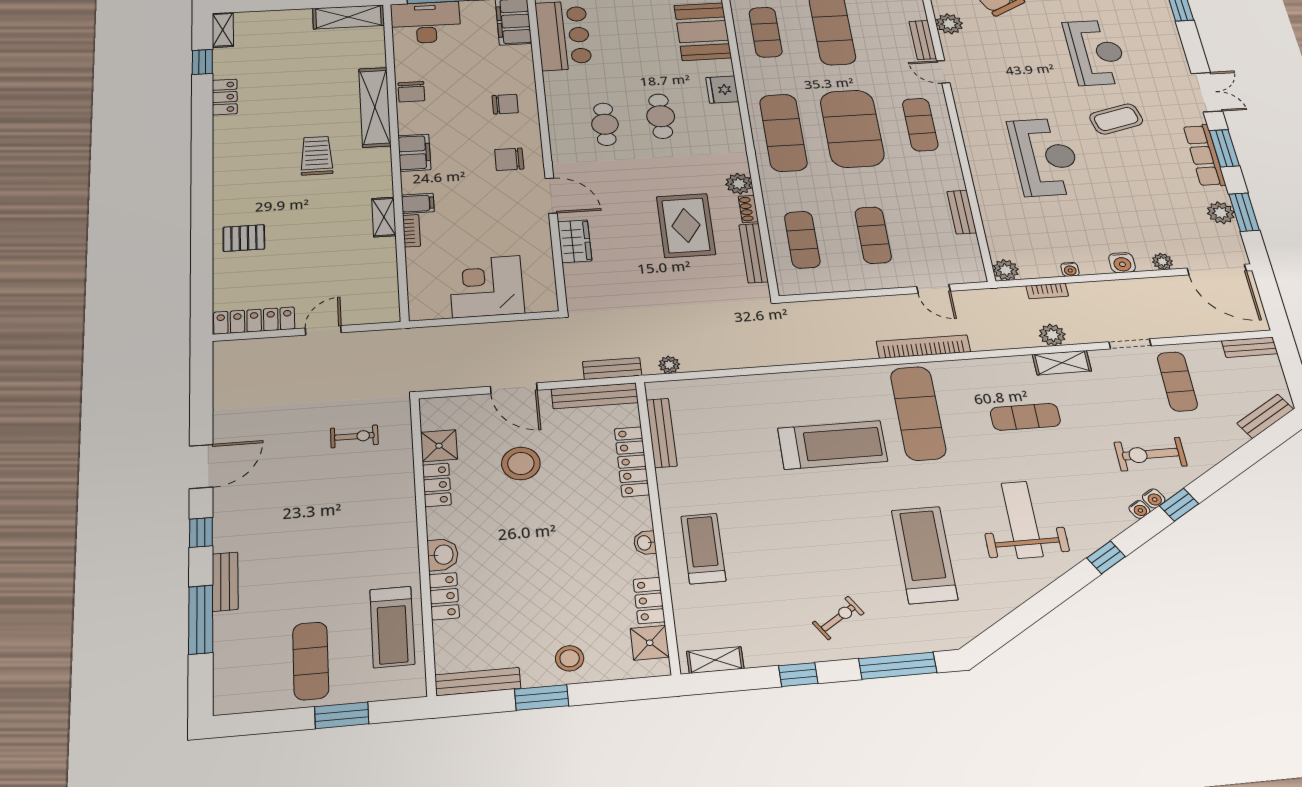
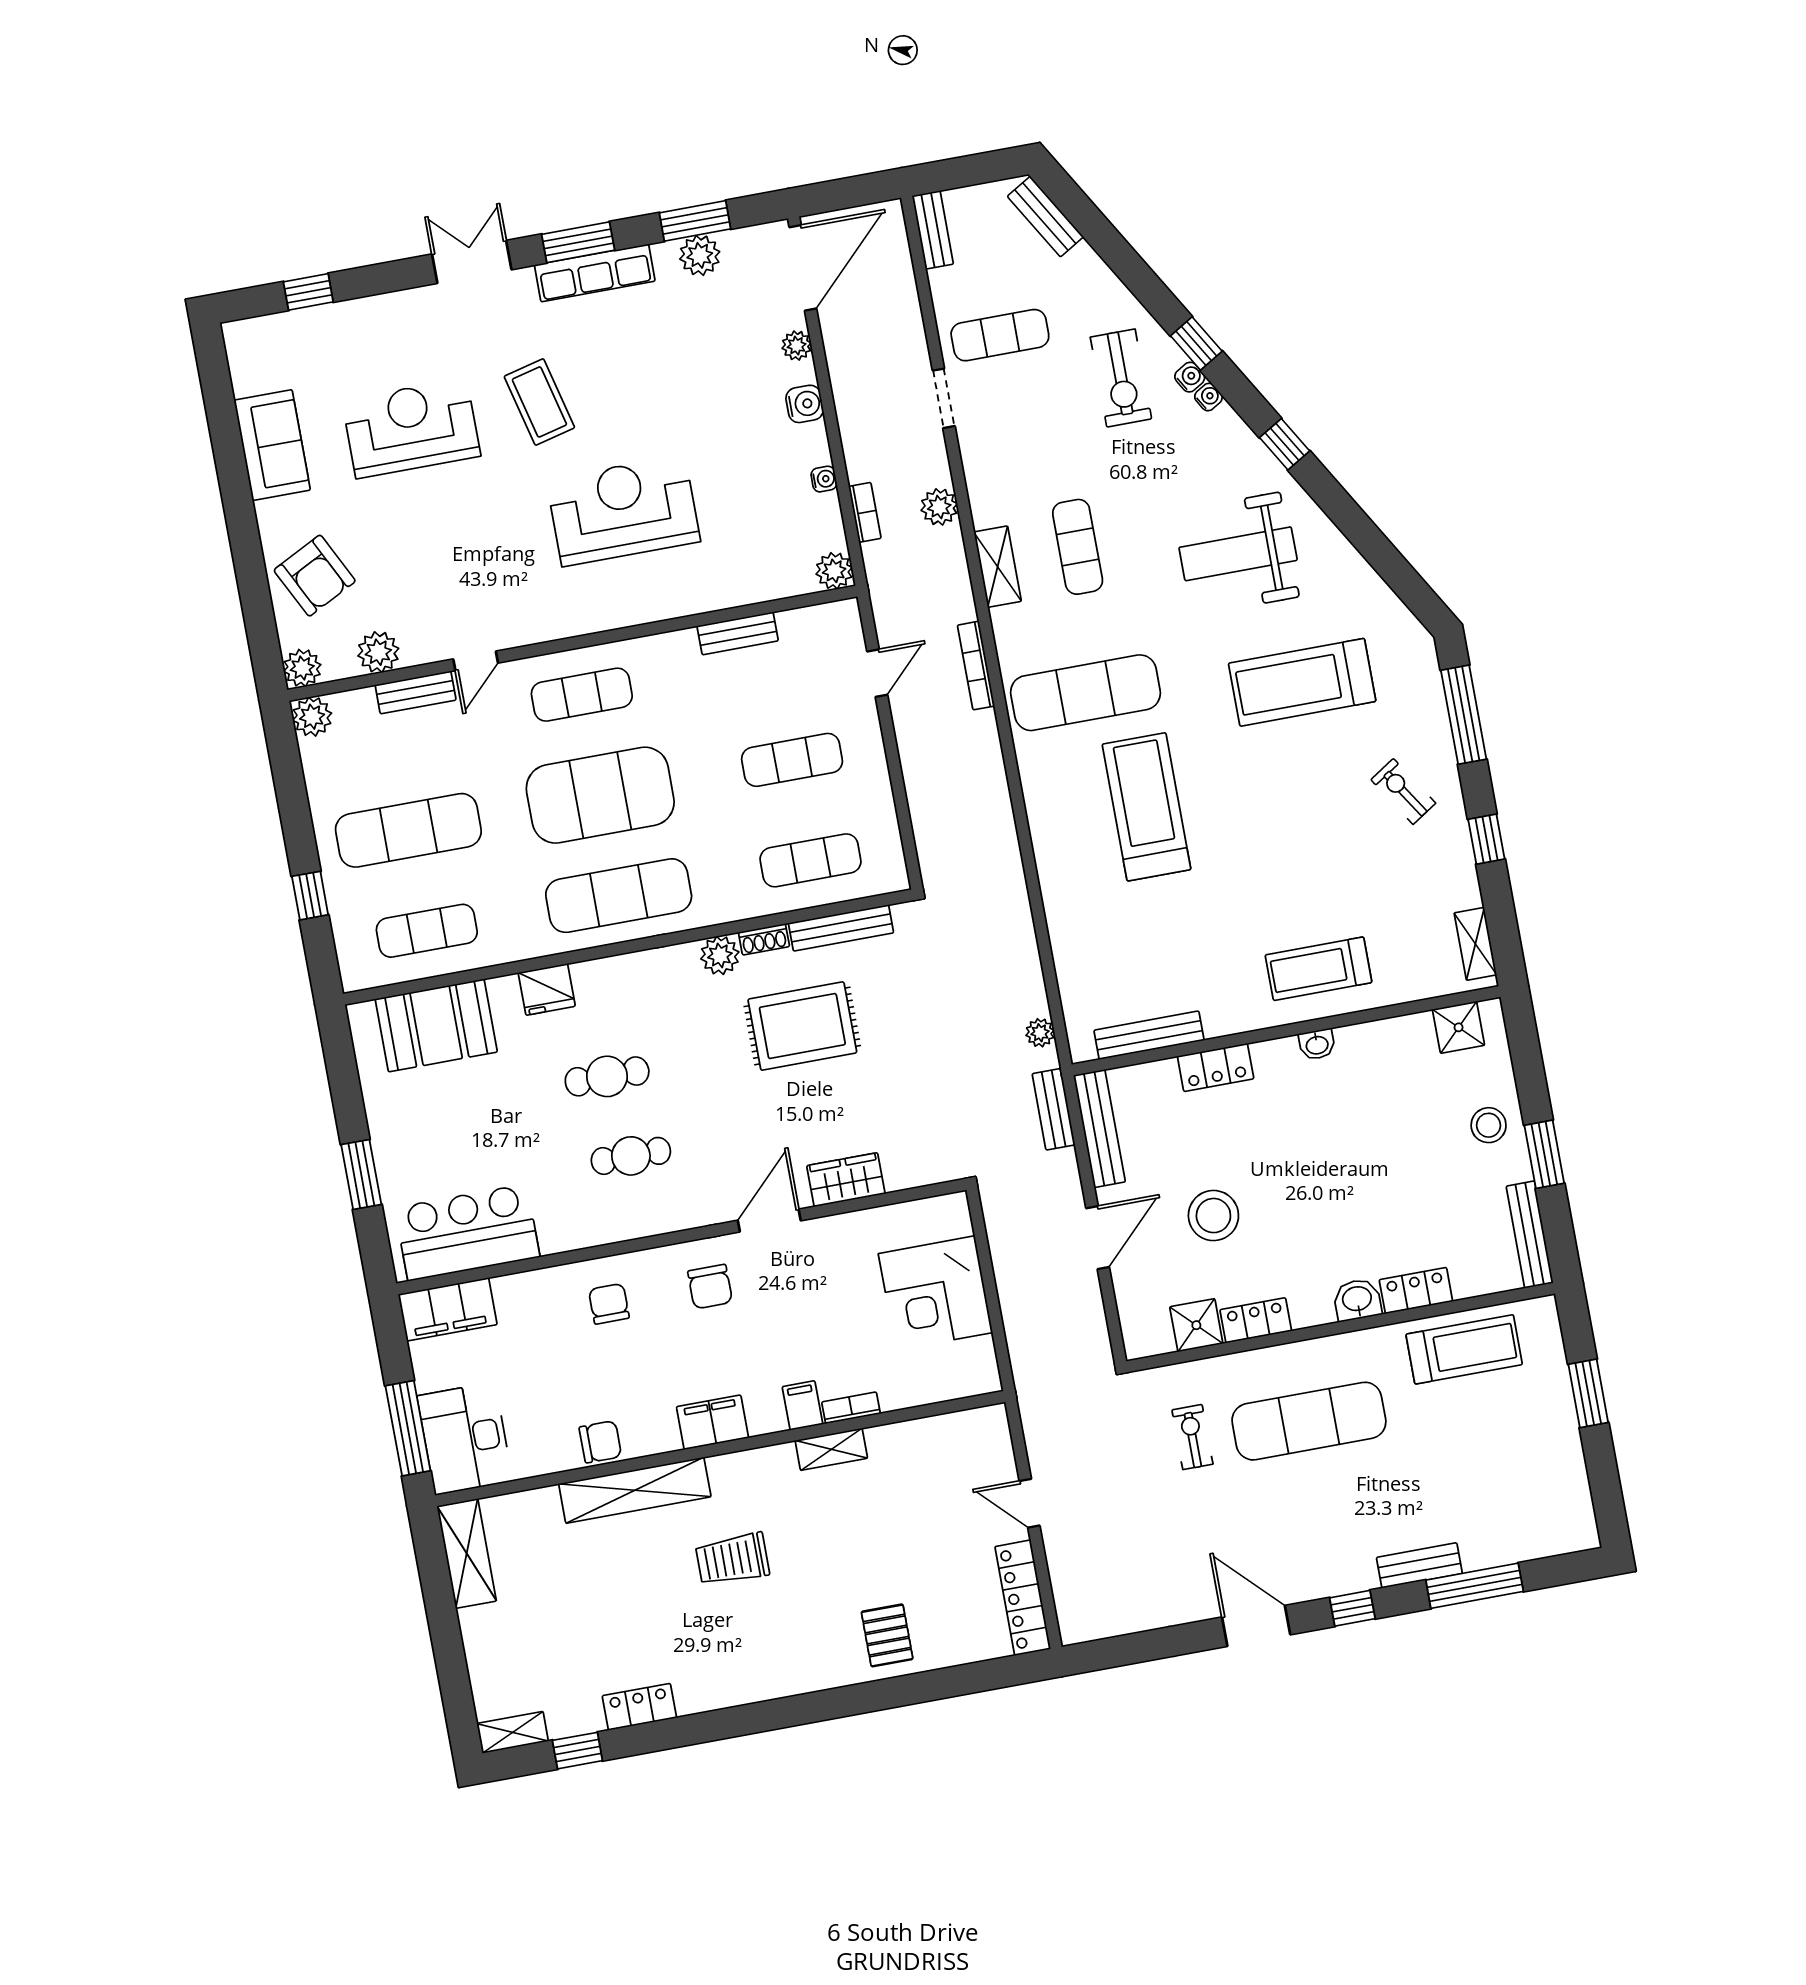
bookcase: (923, 347) -> (976, 666), width x0.68, depth x0.76
shelving: (1062, 363) -> (998, 567), moved
locker: (632, 462) -> (1216, 1067), width x0.66
locker: (649, 601) -> (1400, 1033), removed
exercise mat: (311, 661) -> (1309, 1421), moved, width x1.36, depth x1.45

